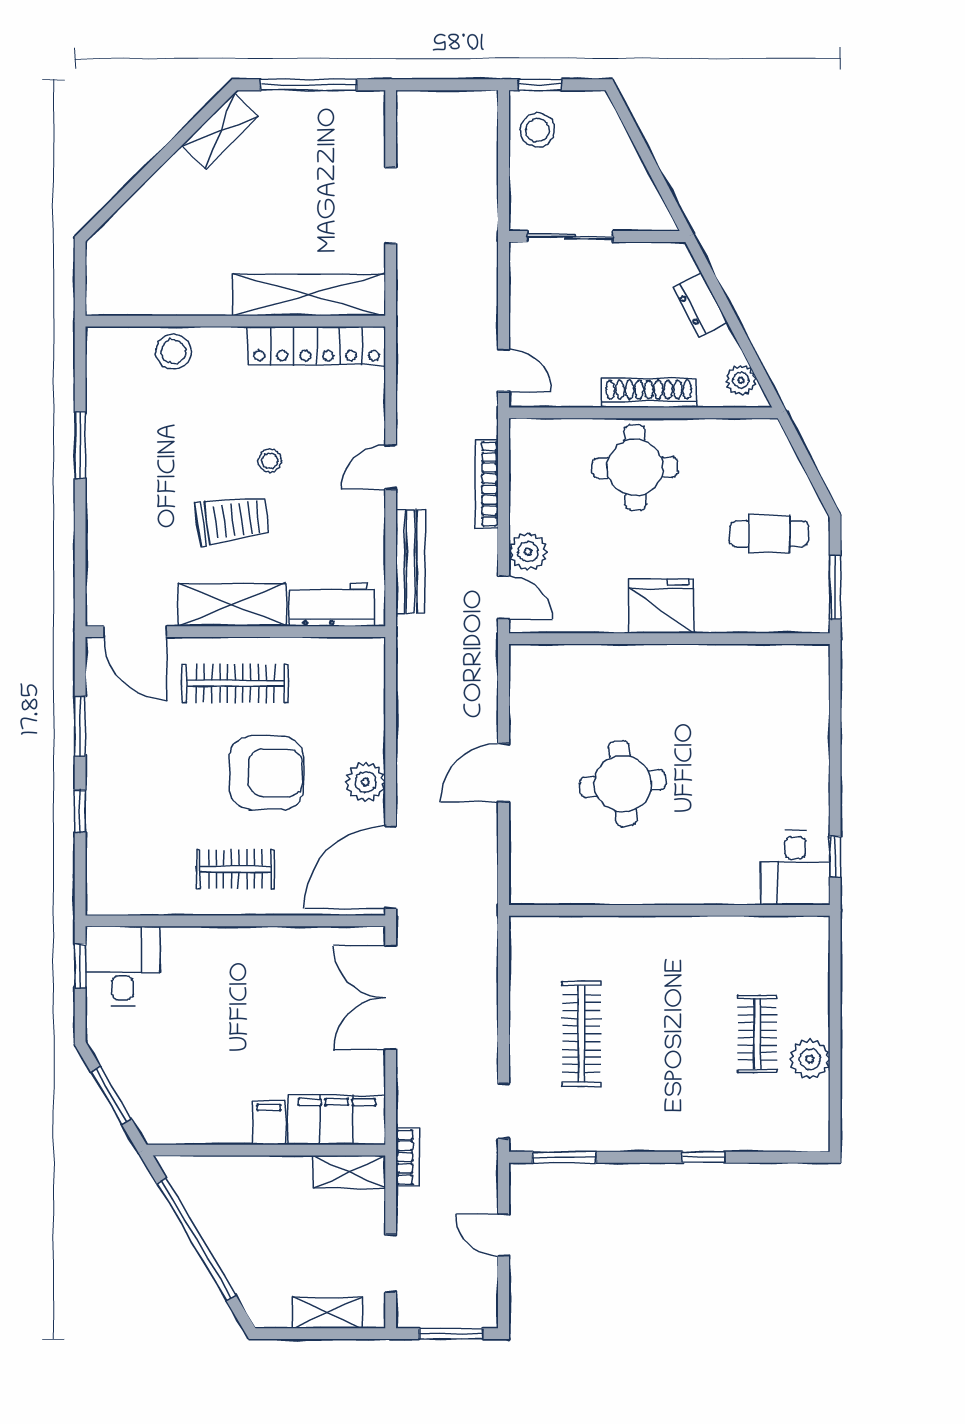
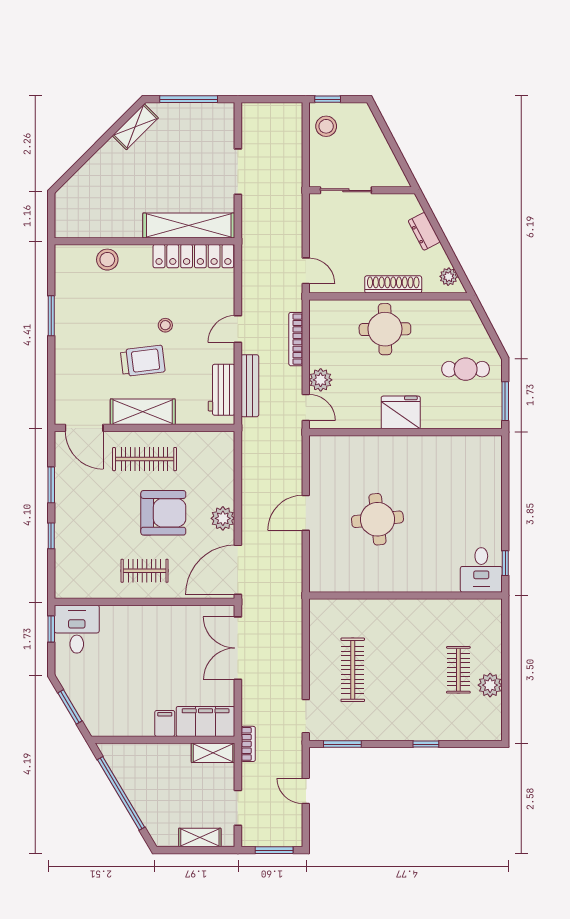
workbench: (331, 604) -> (222, 390), moved, turned -90

